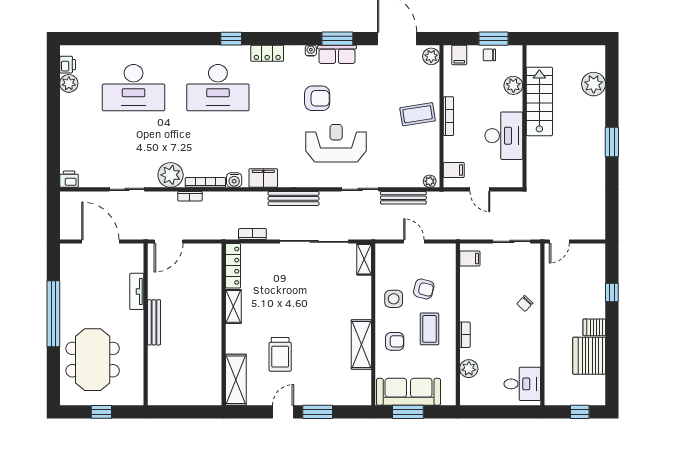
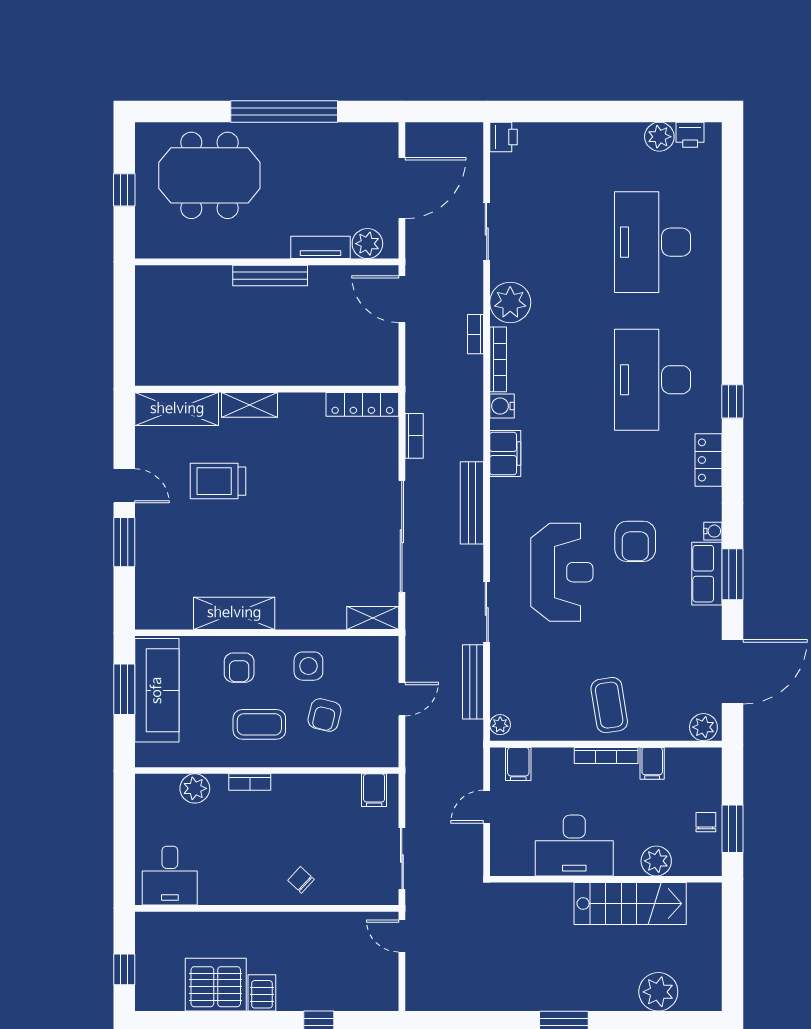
filing cabinet: (459, 55) -> (652, 763), moved, turned -90
plant: (134, 263) -> (367, 244), added
shelving: (233, 306) -> (249, 405), moved

